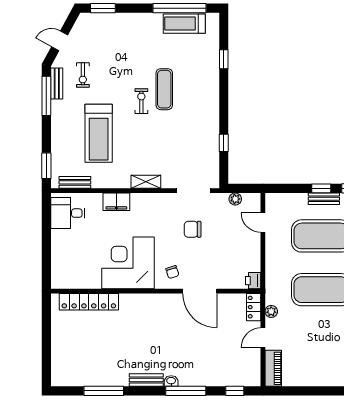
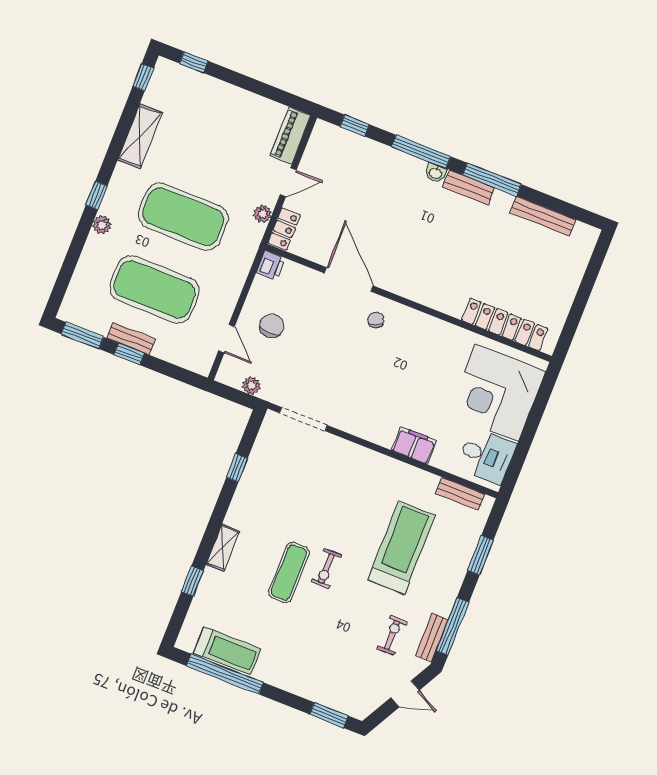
window: (46, 166) -> (480, 555), moved
shelving: (146, 182) -> (223, 548), moved, turned 90
chair: (193, 229) -> (272, 326), moved, turned -90
corner desk: (128, 263) -> (497, 393), moved, turned 90
bench: (92, 380) -> (543, 216), added
window: (104, 391) -> (492, 180), moved

